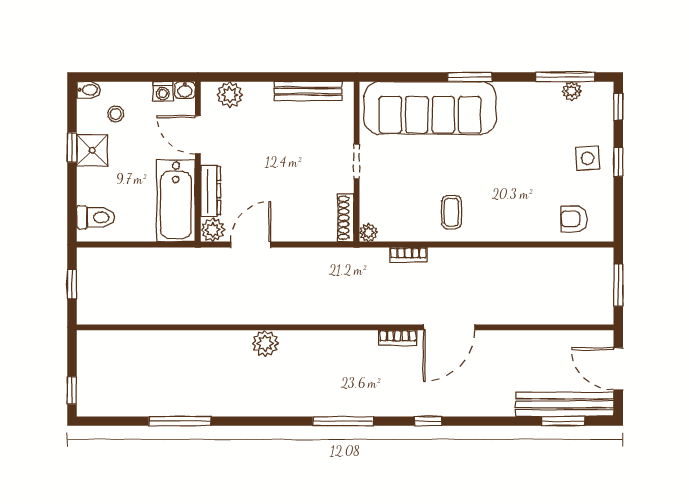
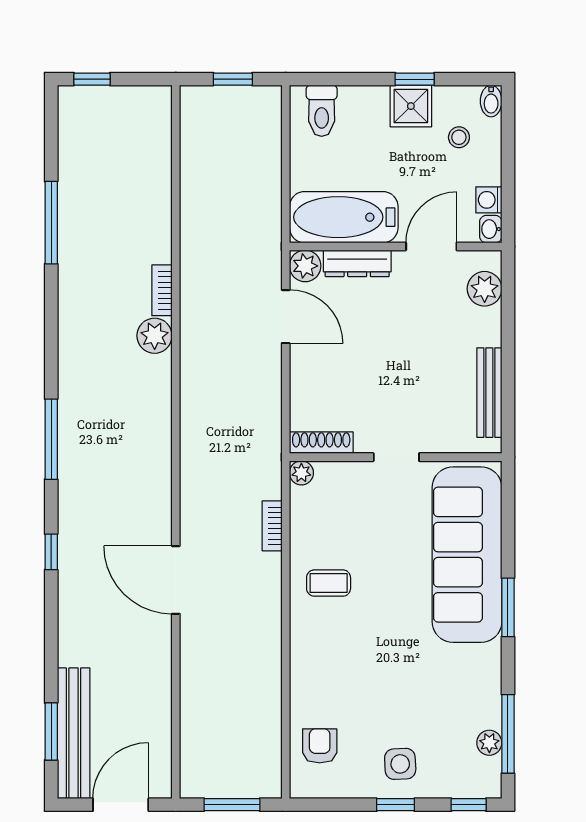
bookcase: (398, 338) -> (162, 290), moved

